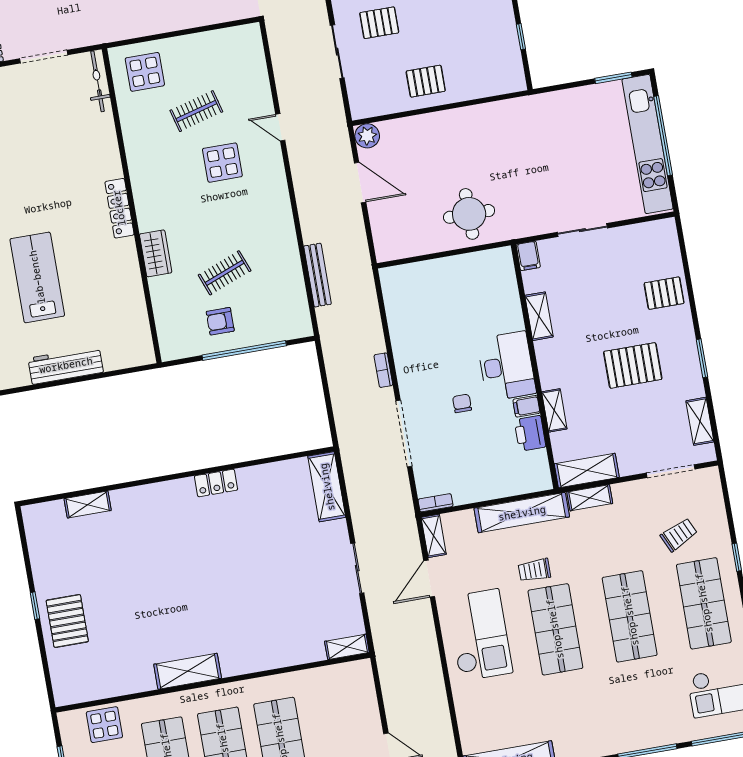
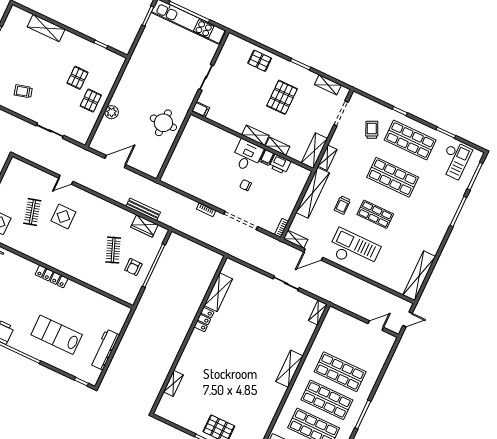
pallet: (379, 23) -> (78, 78), moved
plant: (367, 136) -> (112, 112), moved
wardrobe: (156, 253) -> (144, 226), moved, turned 180
pallet: (664, 293) -> (260, 61), turned 90
shelving: (539, 316) -> (255, 135), moved
desk: (506, 366) -> (247, 156), width x0.73
shelving: (327, 487) -> (218, 292), moved, turned 90
door: (429, 579) -> (313, 255), hinge flipped
shop shelf: (555, 629) -> (375, 214), width x0.70, depth x0.74
shelving: (188, 671) -> (289, 369), moved

